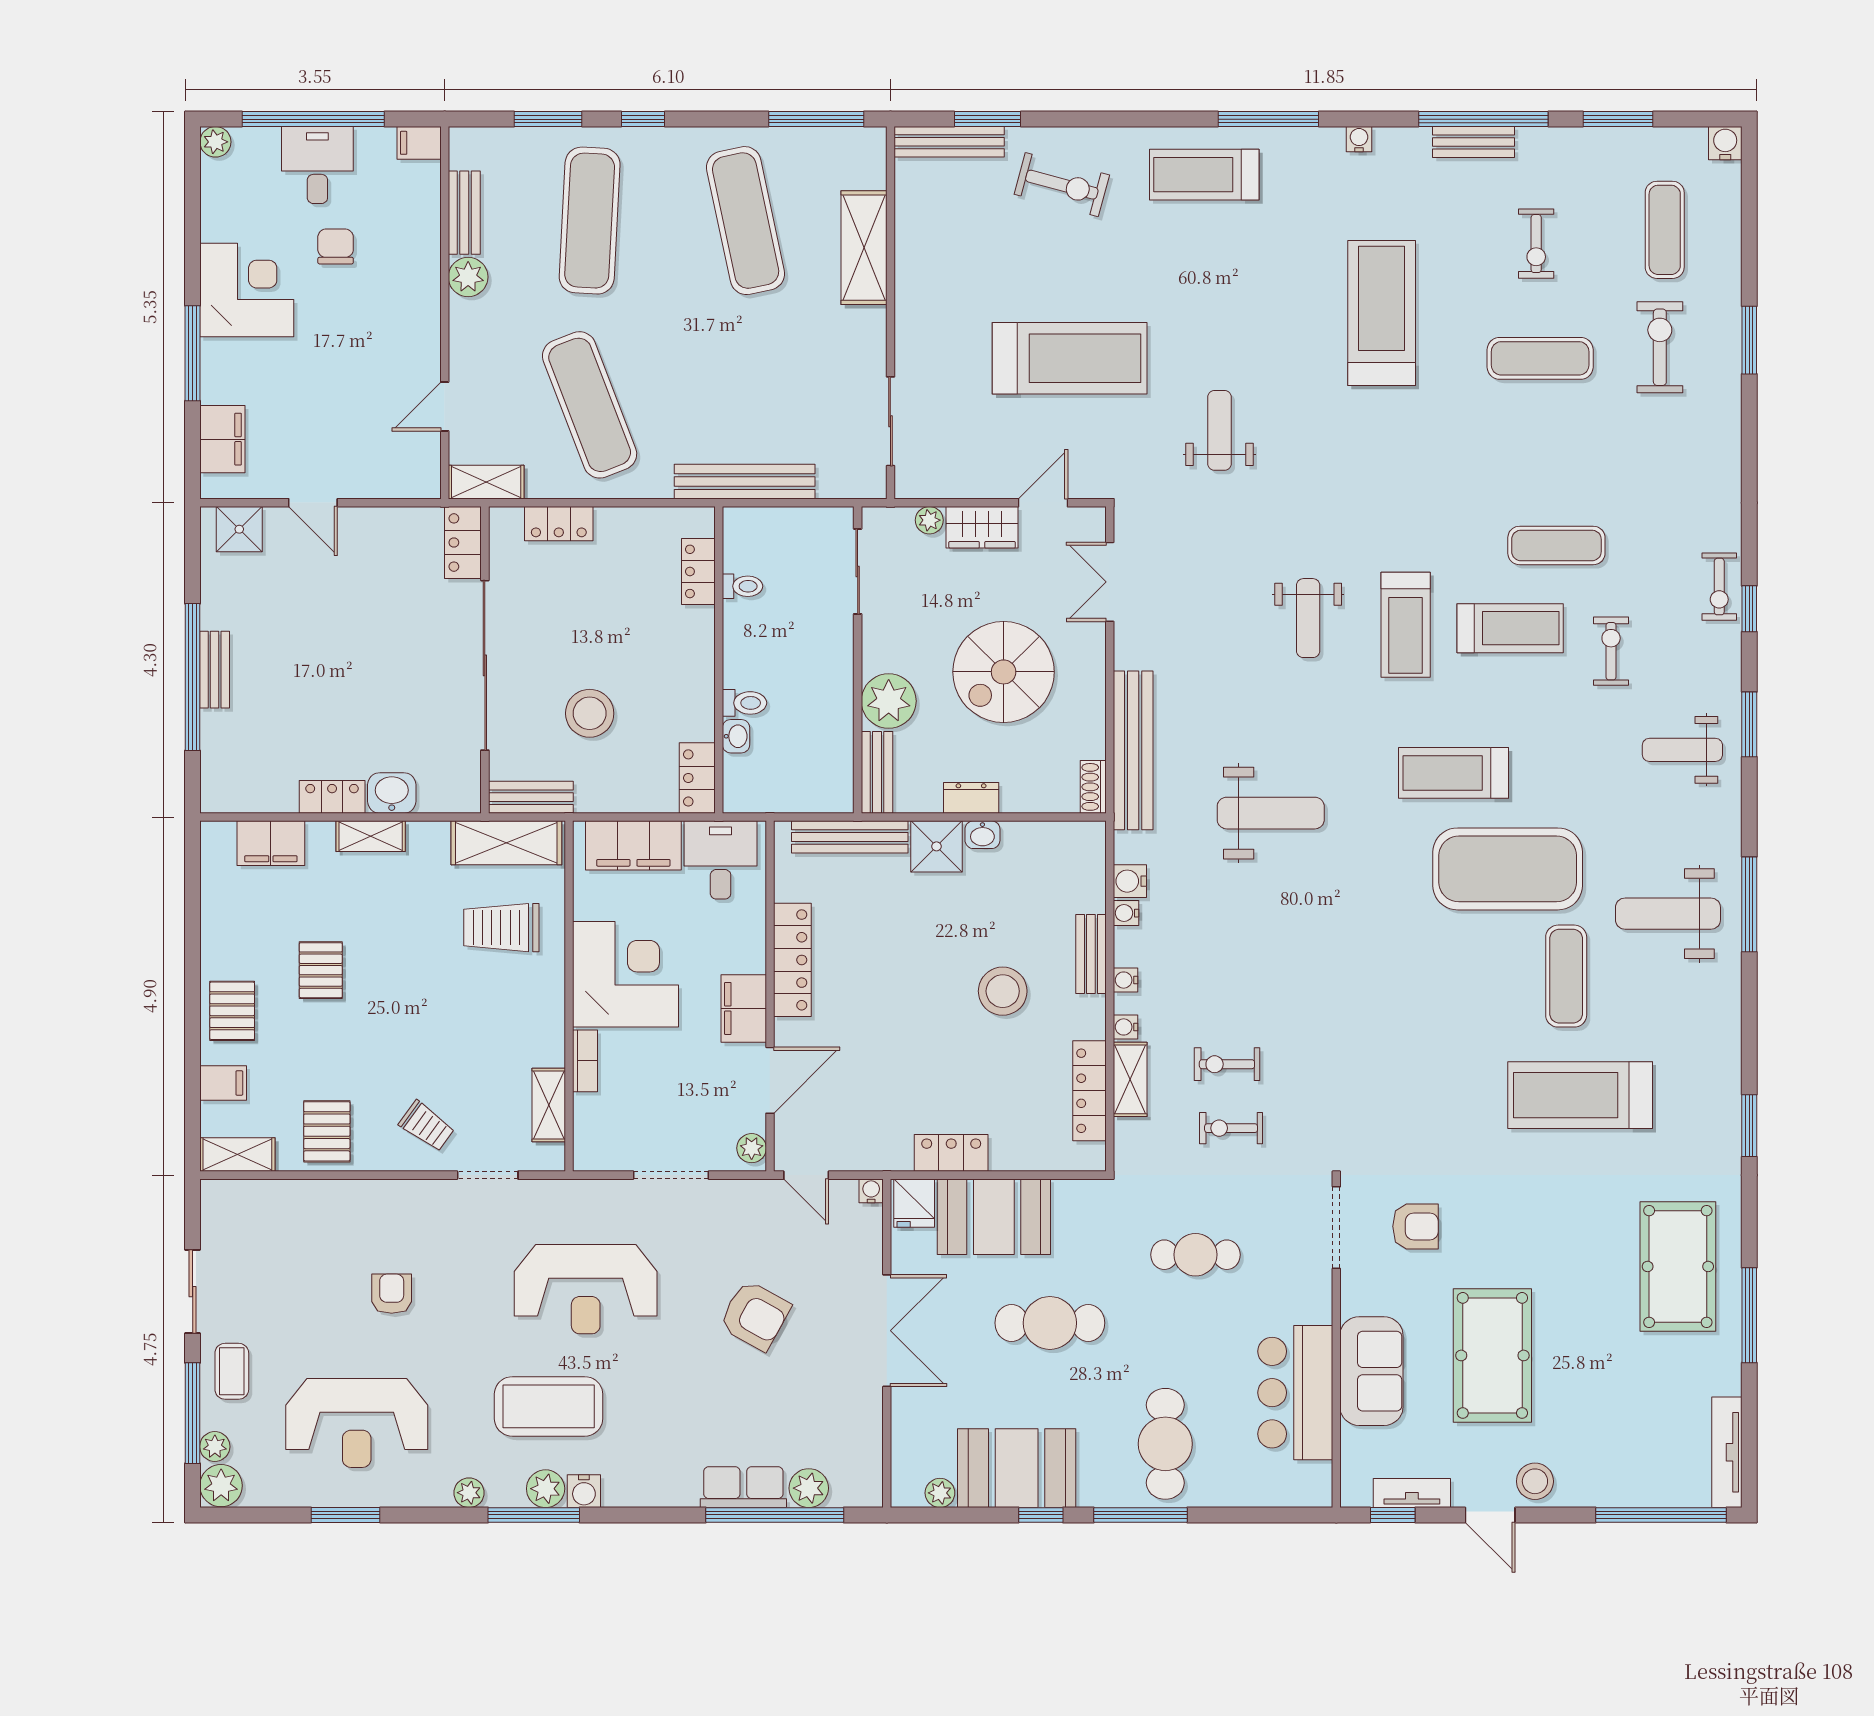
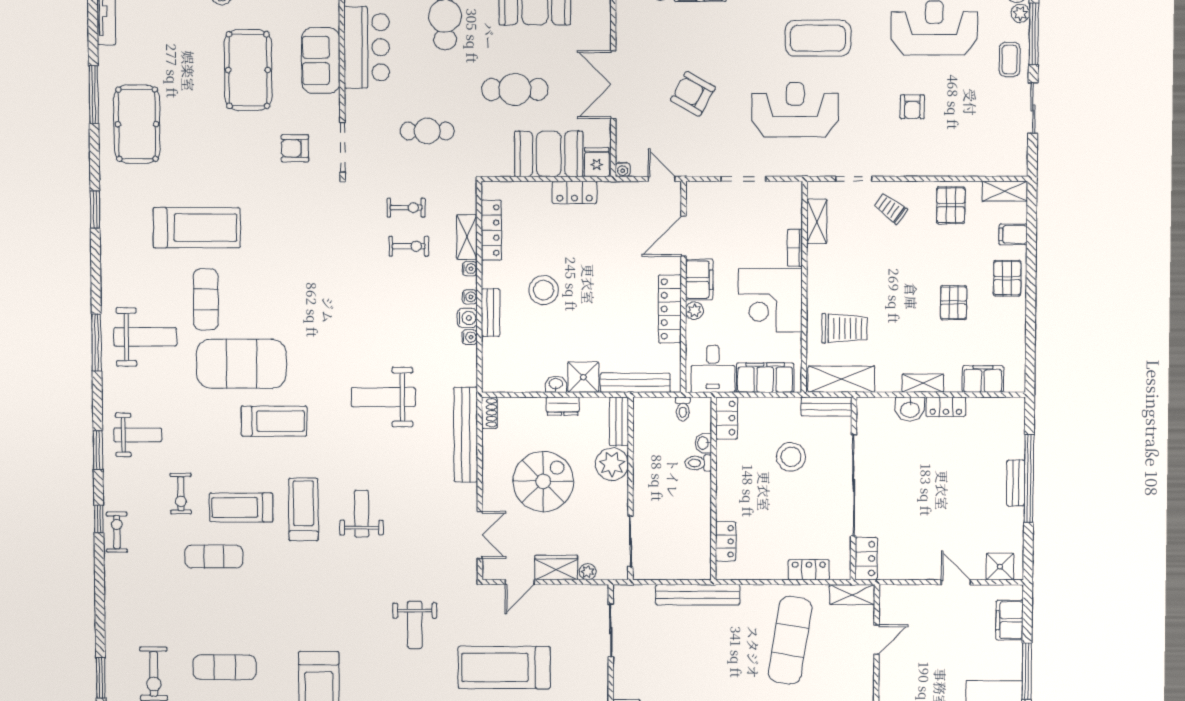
exercise mat: (590, 405) -> (790, 640), turned 30
toilet: (742, 586) -> (683, 409), moved, turned -90
water cooler: (1130, 881) -> (467, 318), moved
plant: (752, 1148) -> (694, 311), moved

